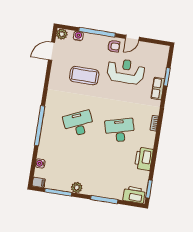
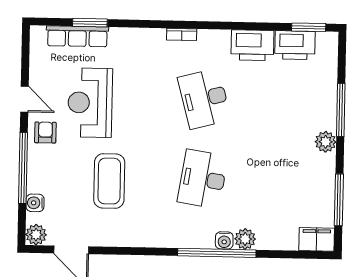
row of seats: (158, 89) -> (77, 36), moved, width x1.48
desk: (79, 124) -> (203, 179), turned 33
plant: (45, 141) -> (245, 239), added
water cooler: (40, 163) -> (224, 240), moved
filing cabinet: (39, 182) -> (317, 239), width x2.00
plant: (77, 188) -> (326, 142), moved
printer: (134, 195) -> (295, 45), moved, turned -90

